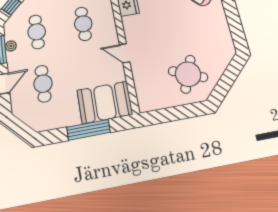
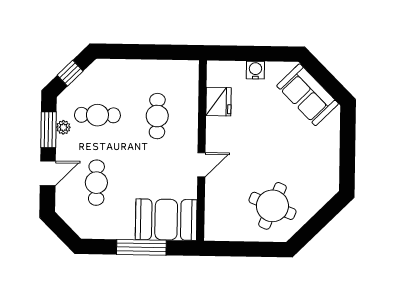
cafe table: (37, 32) -> (97, 115), turned 90
door: (125, 53) -> (201, 165), swing flipped

